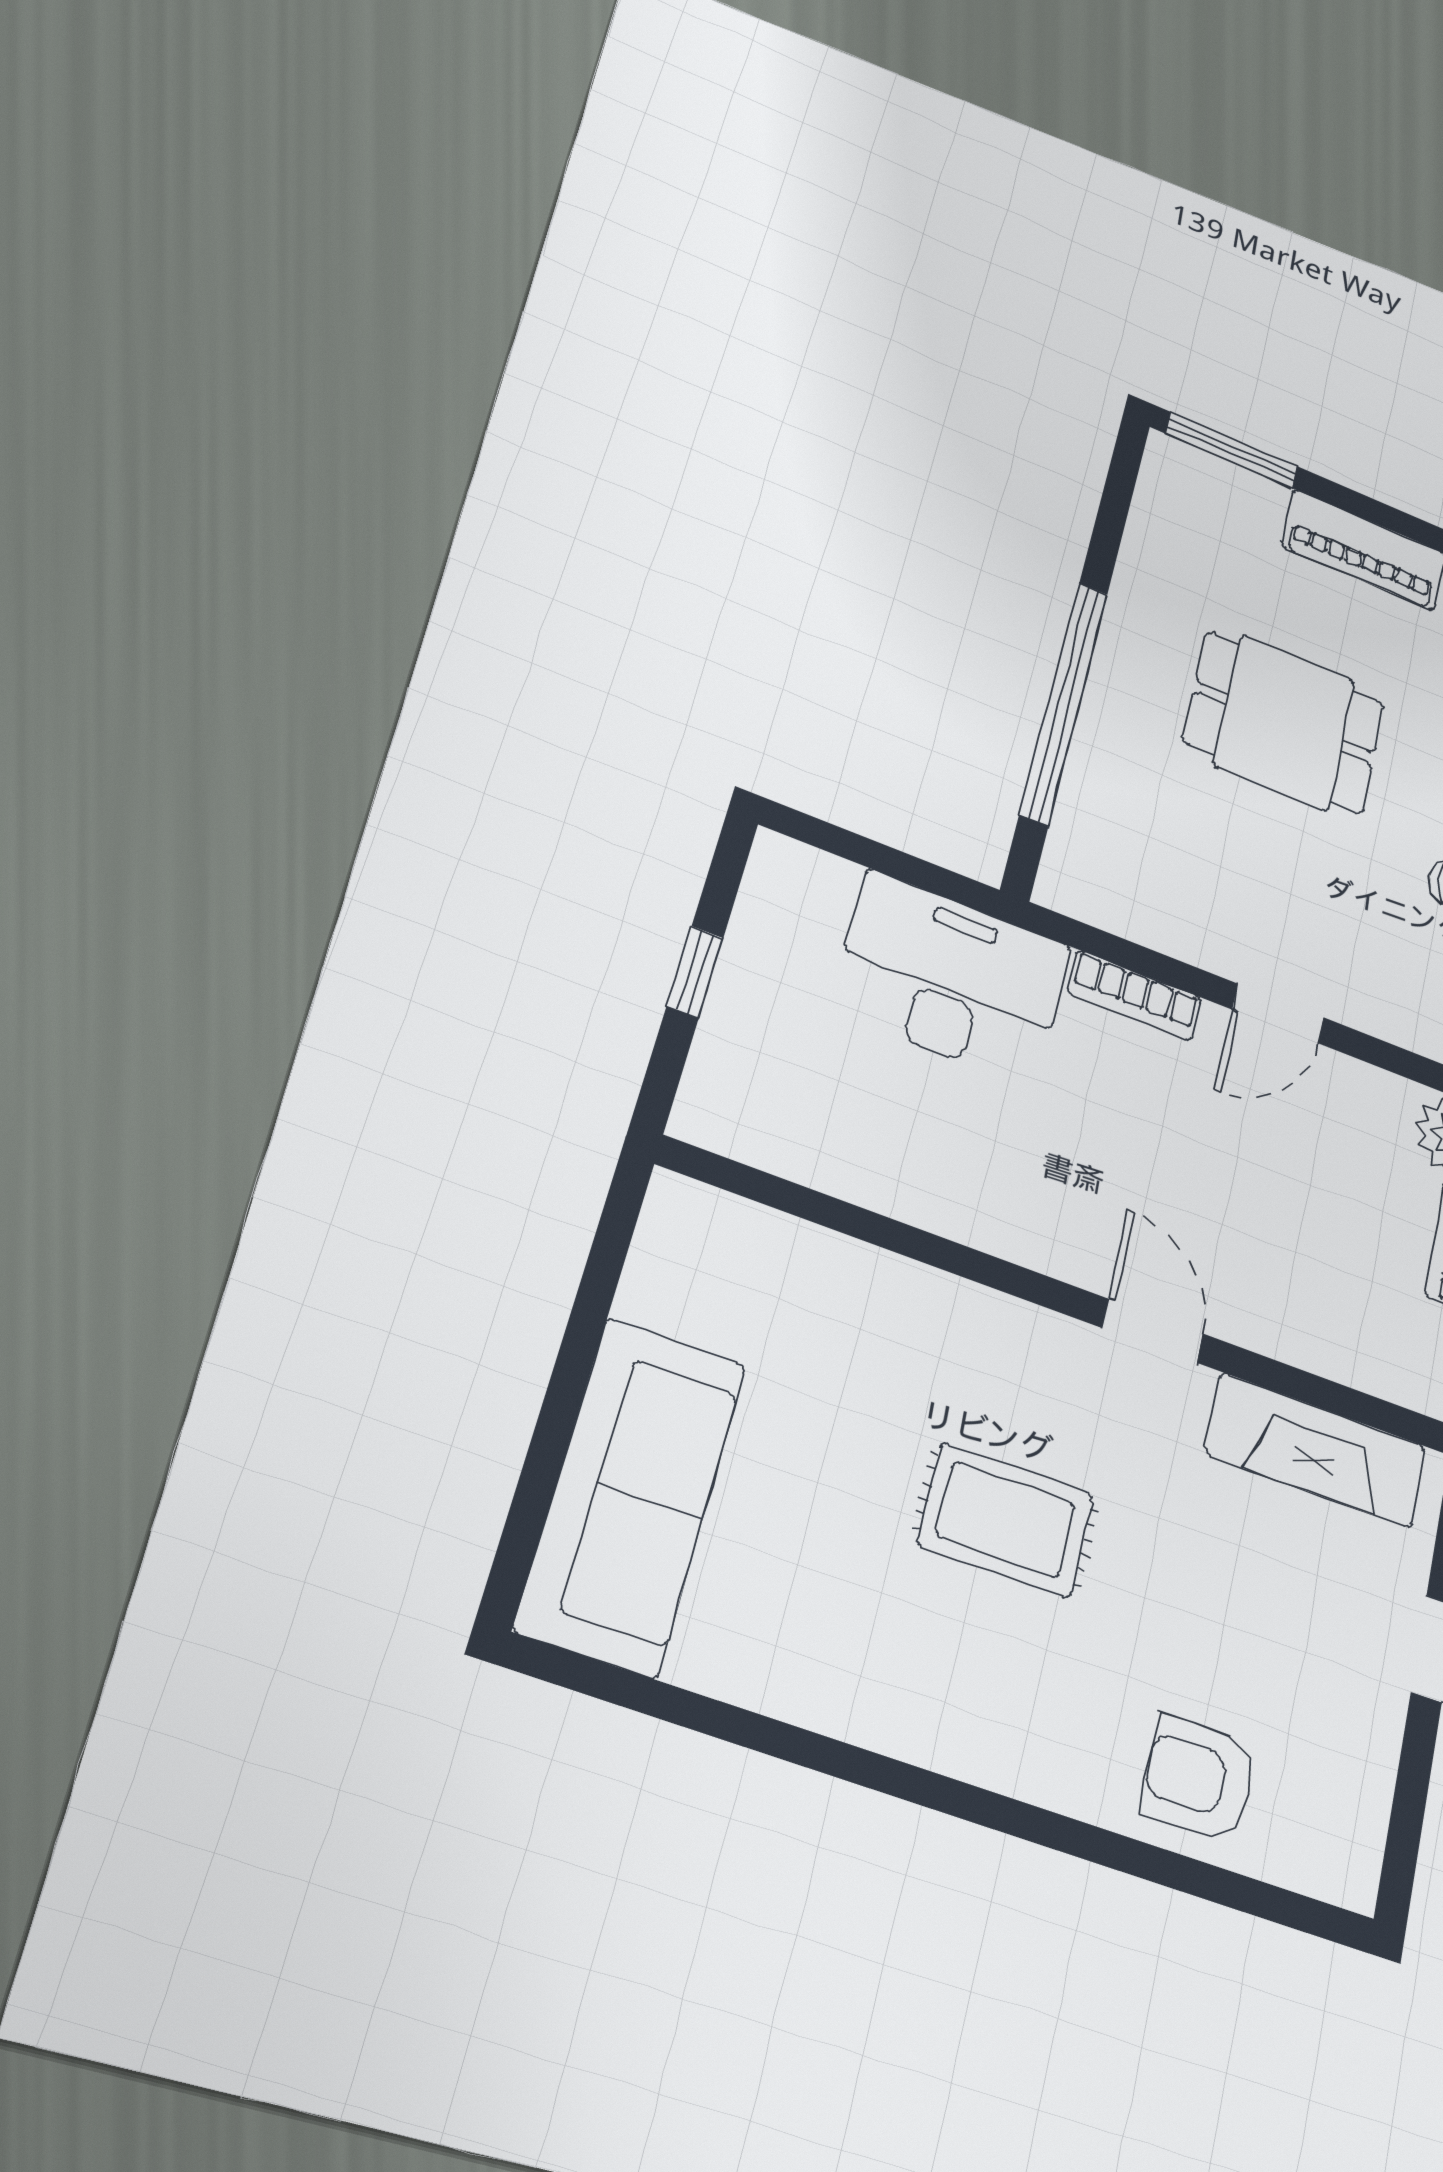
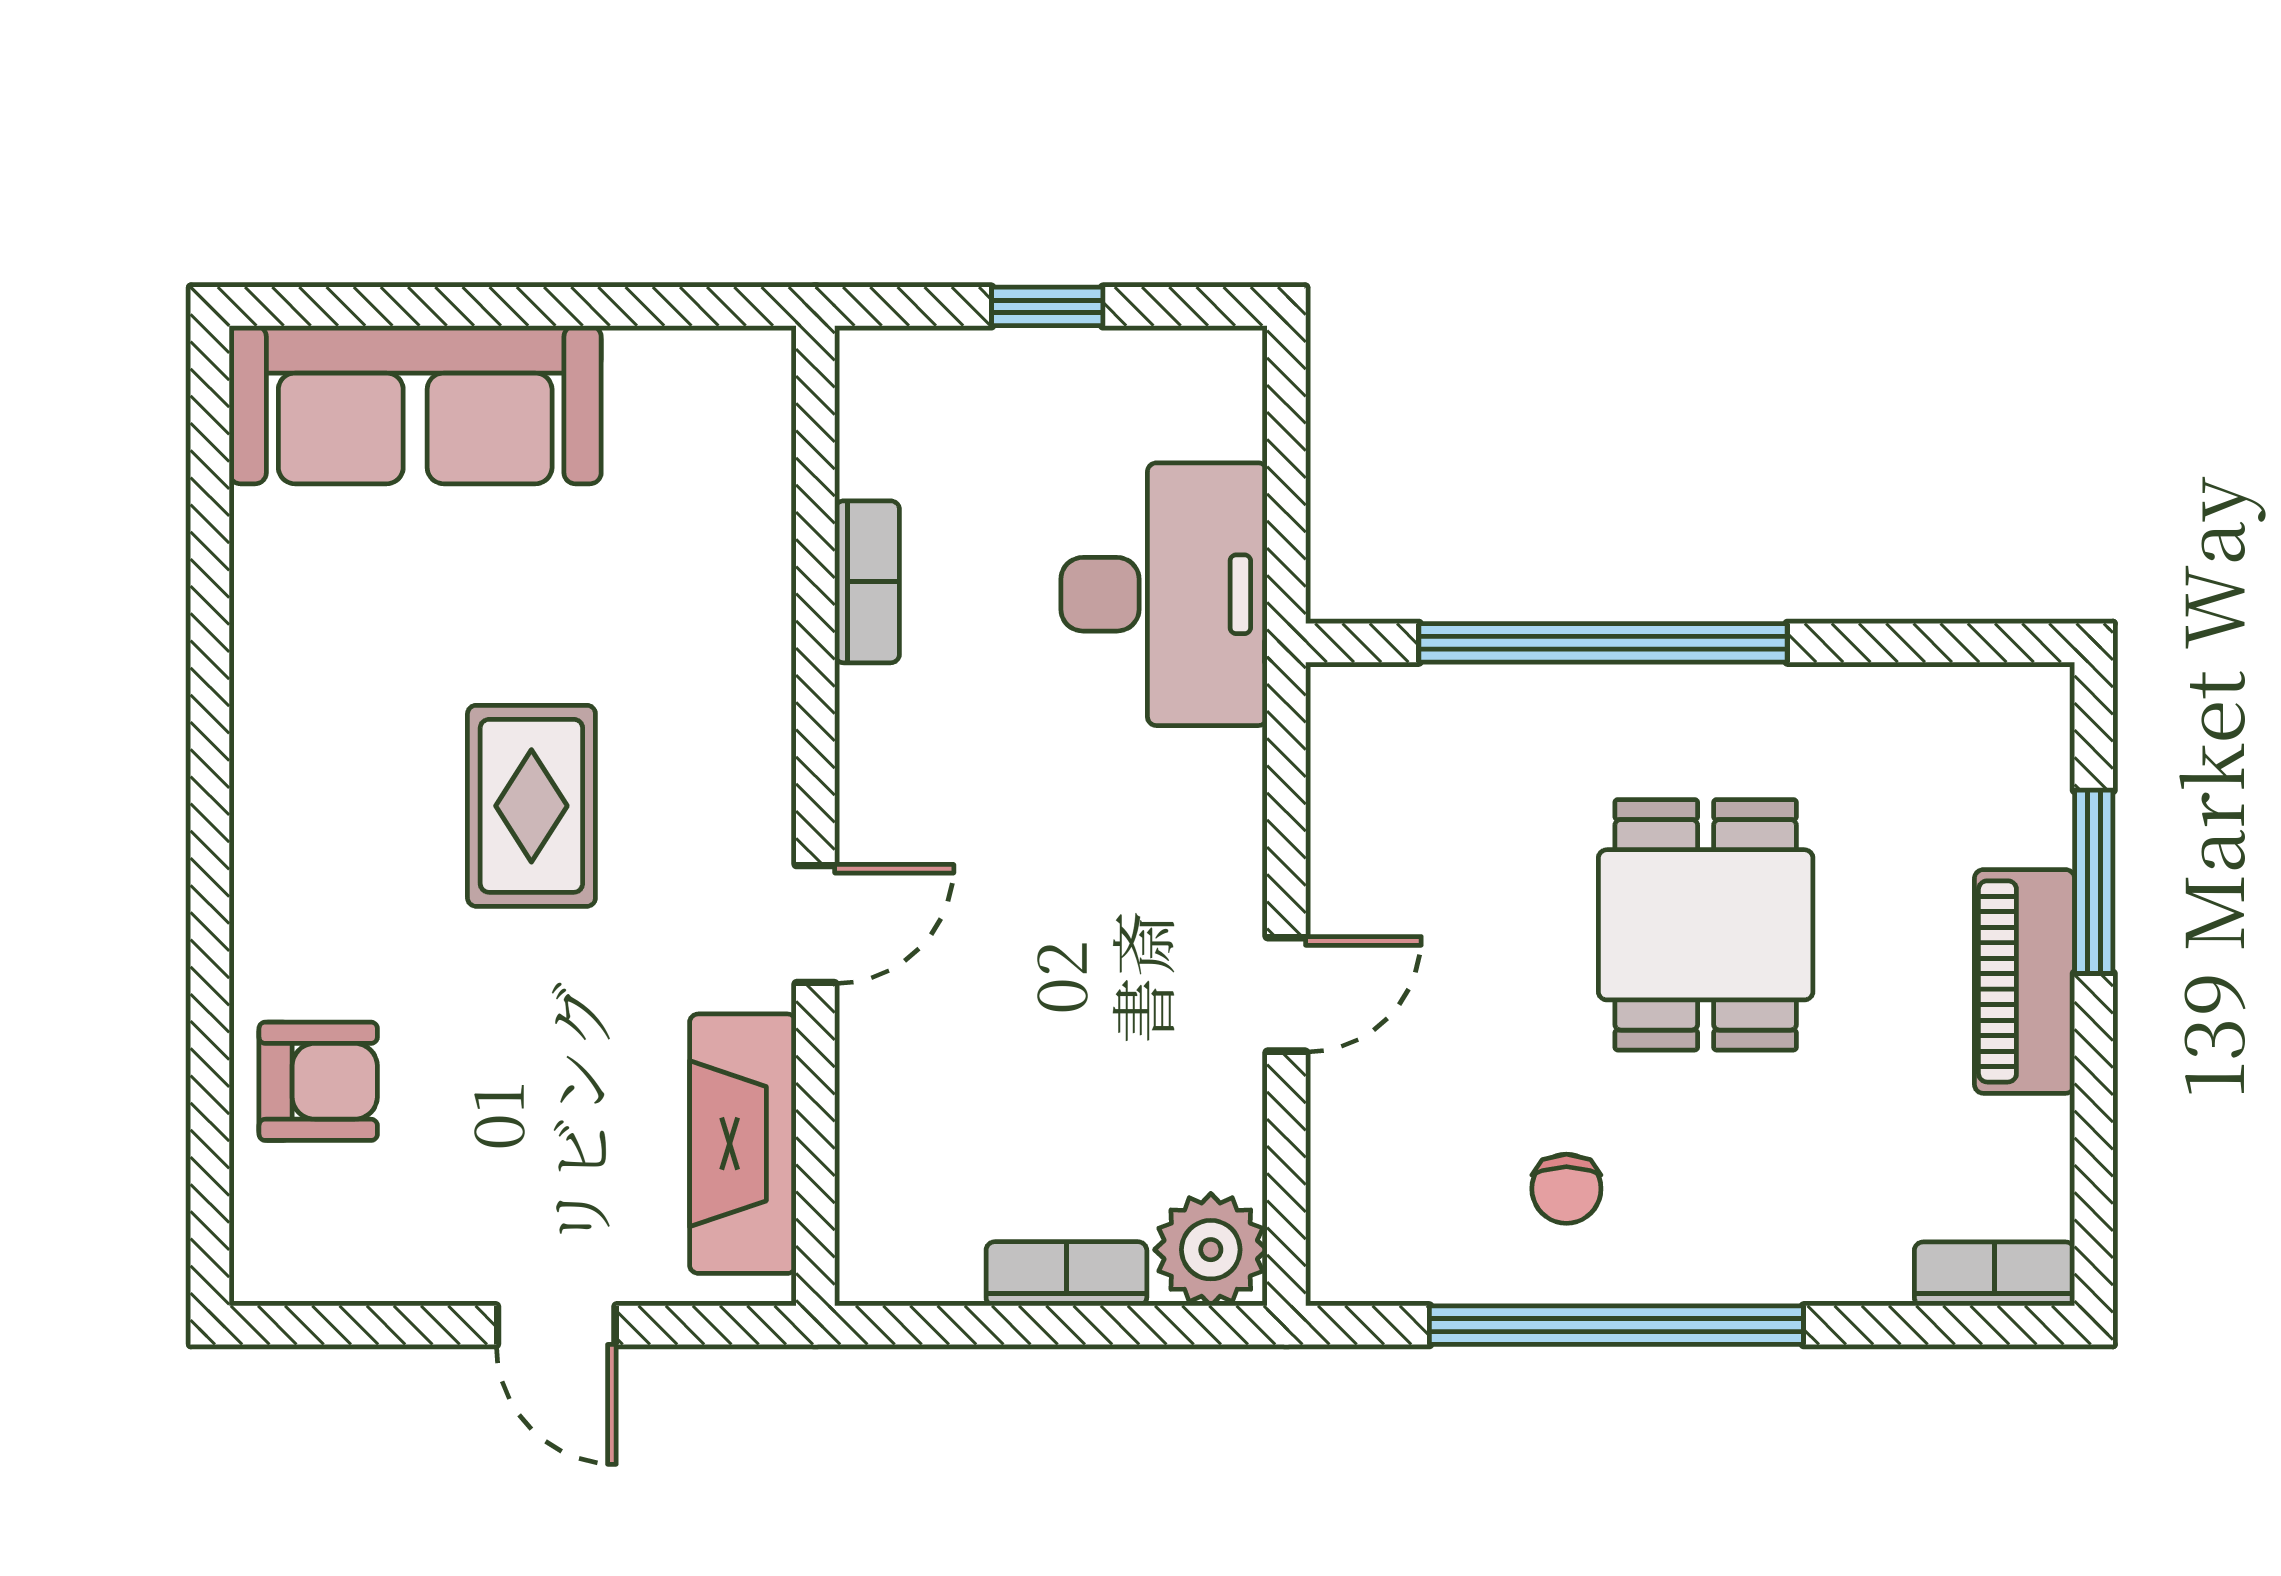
window: (1232, 450) -> (2094, 882), moved
bookcase: (1134, 996) -> (867, 582), moved, turned 180
door: (1278, 1014) -> (1286, 994), swing flipped
armchair: (1200, 1778) -> (318, 1081), turned 90

